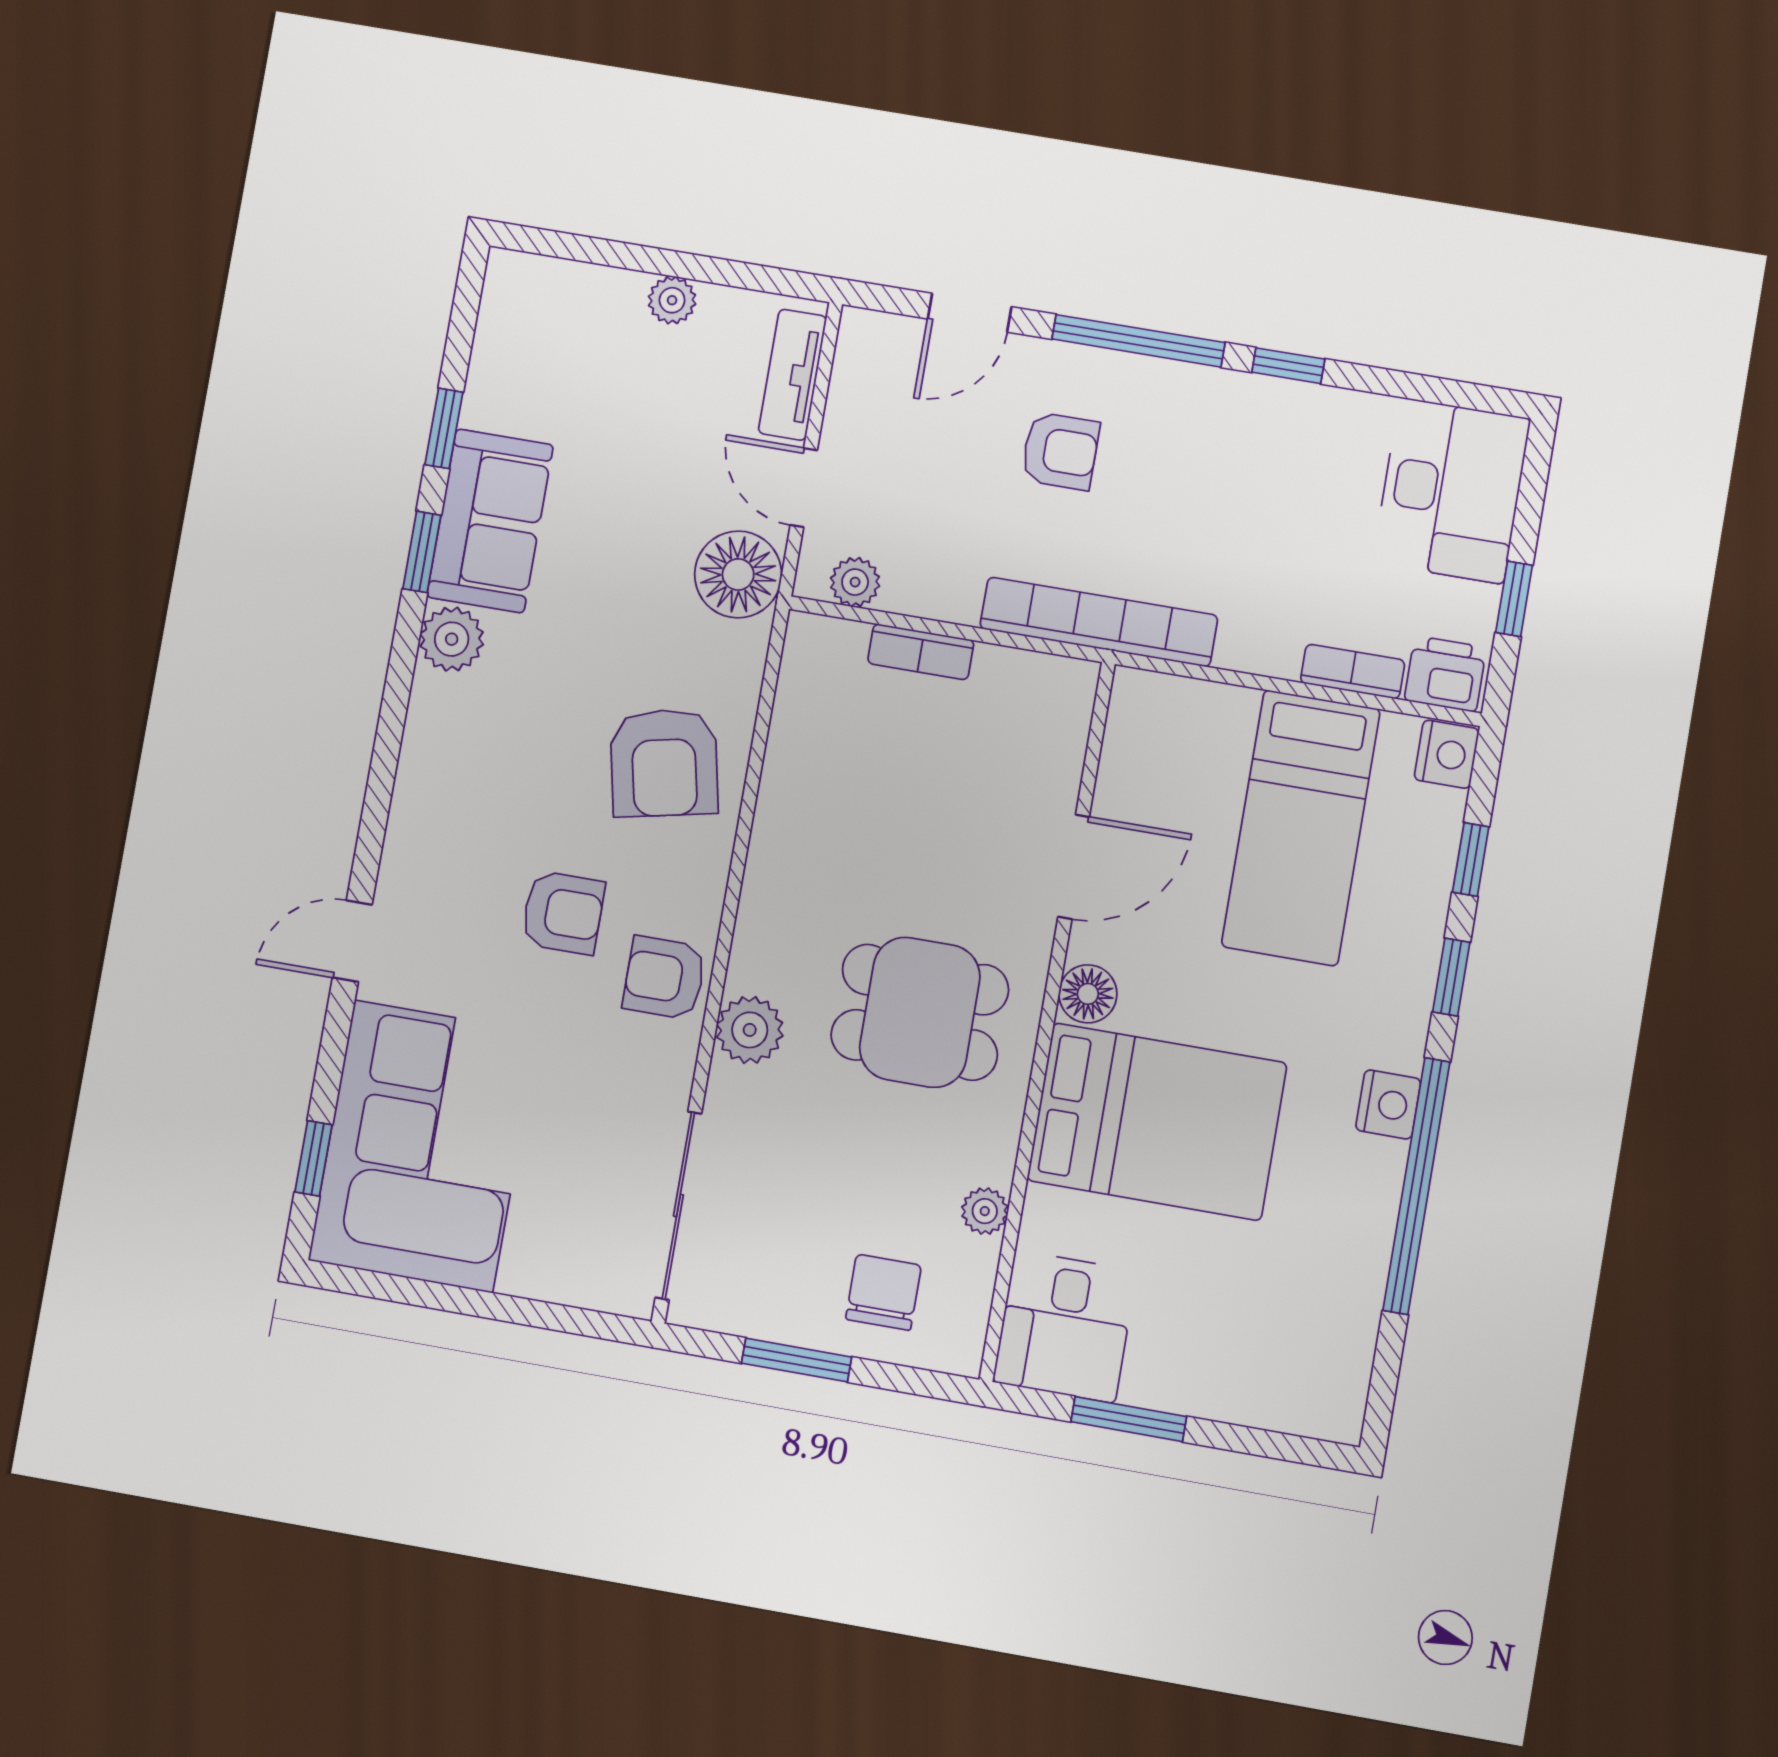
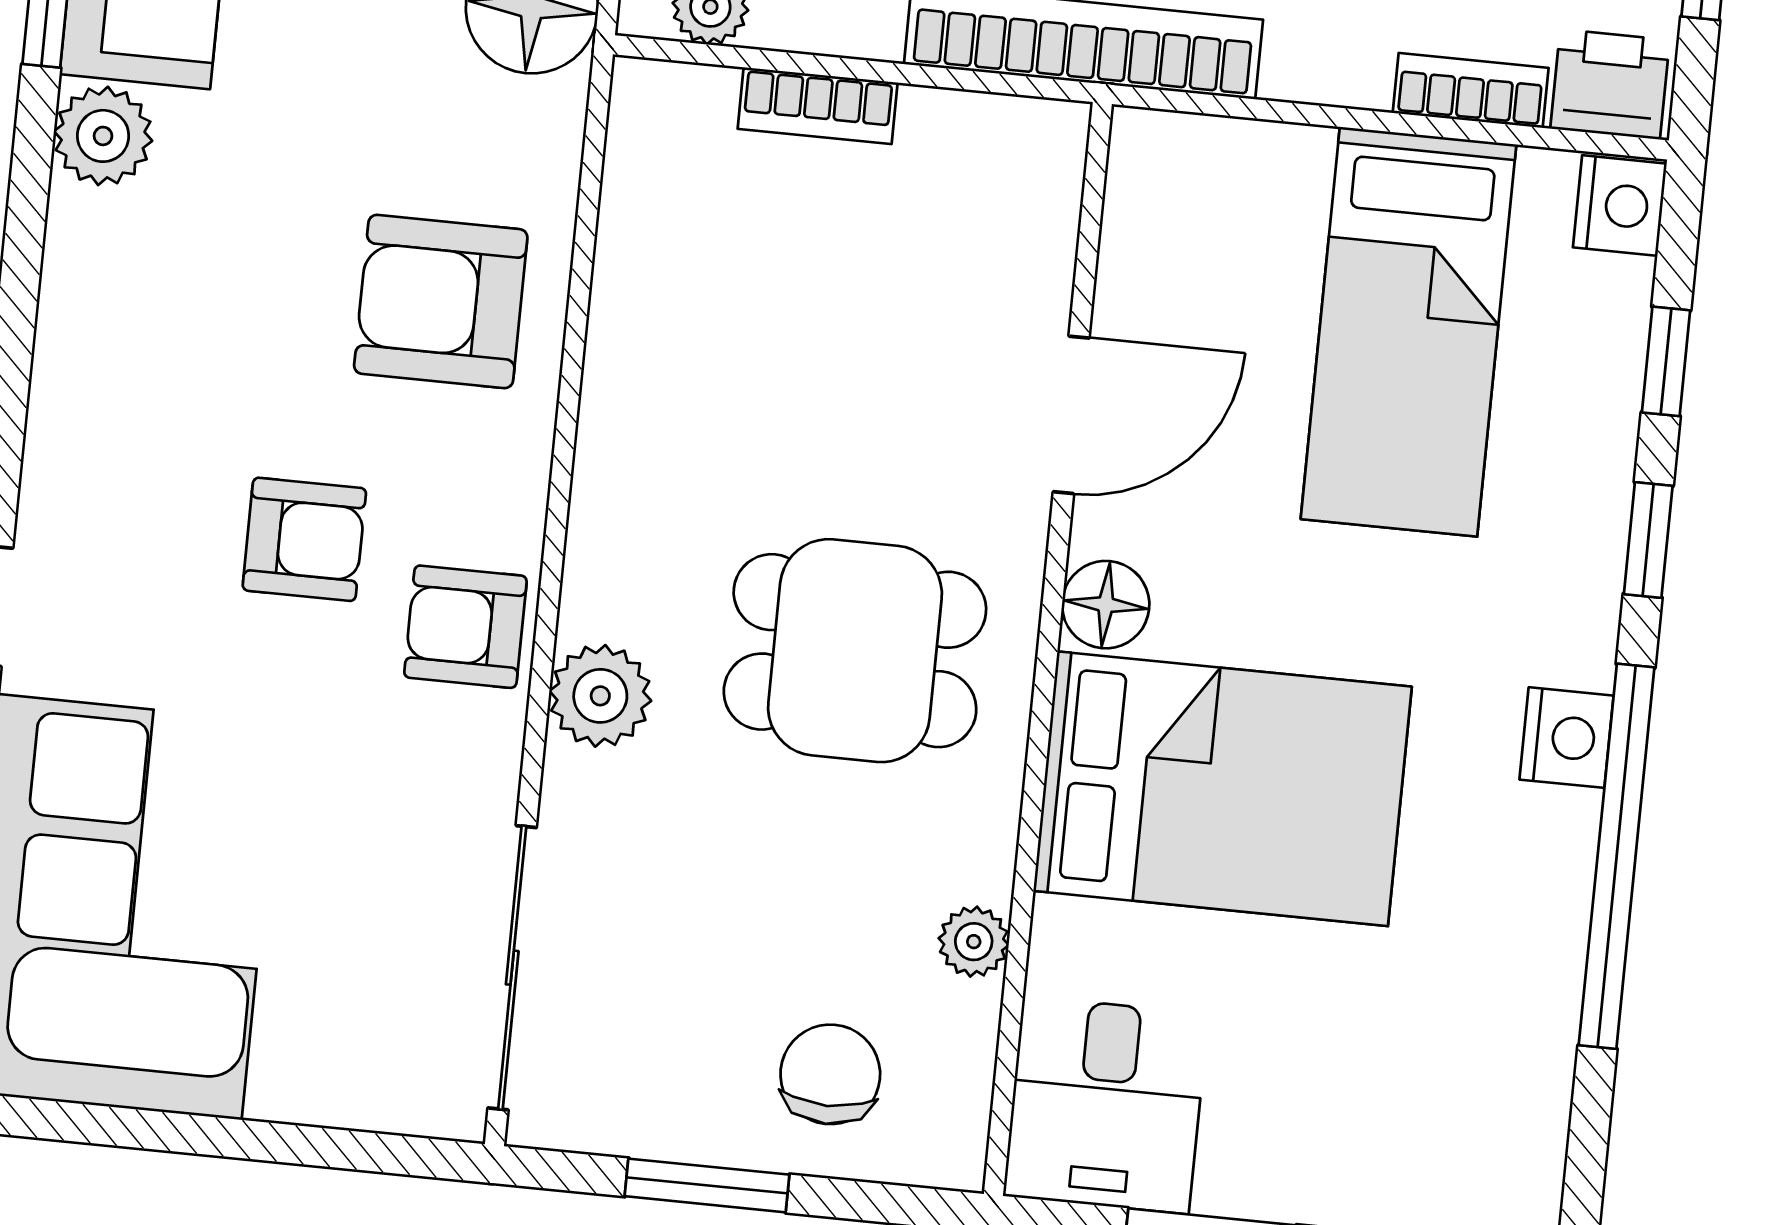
armchair: (664, 763) -> (441, 301), turned 102

